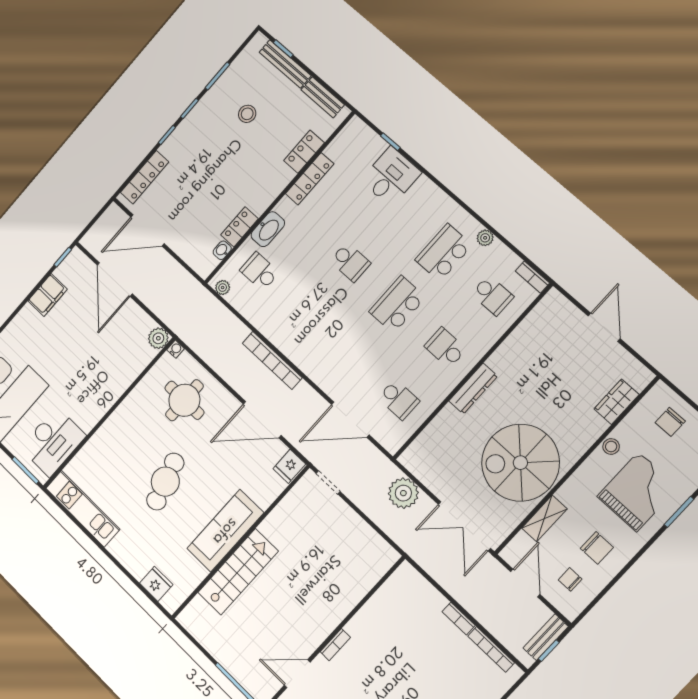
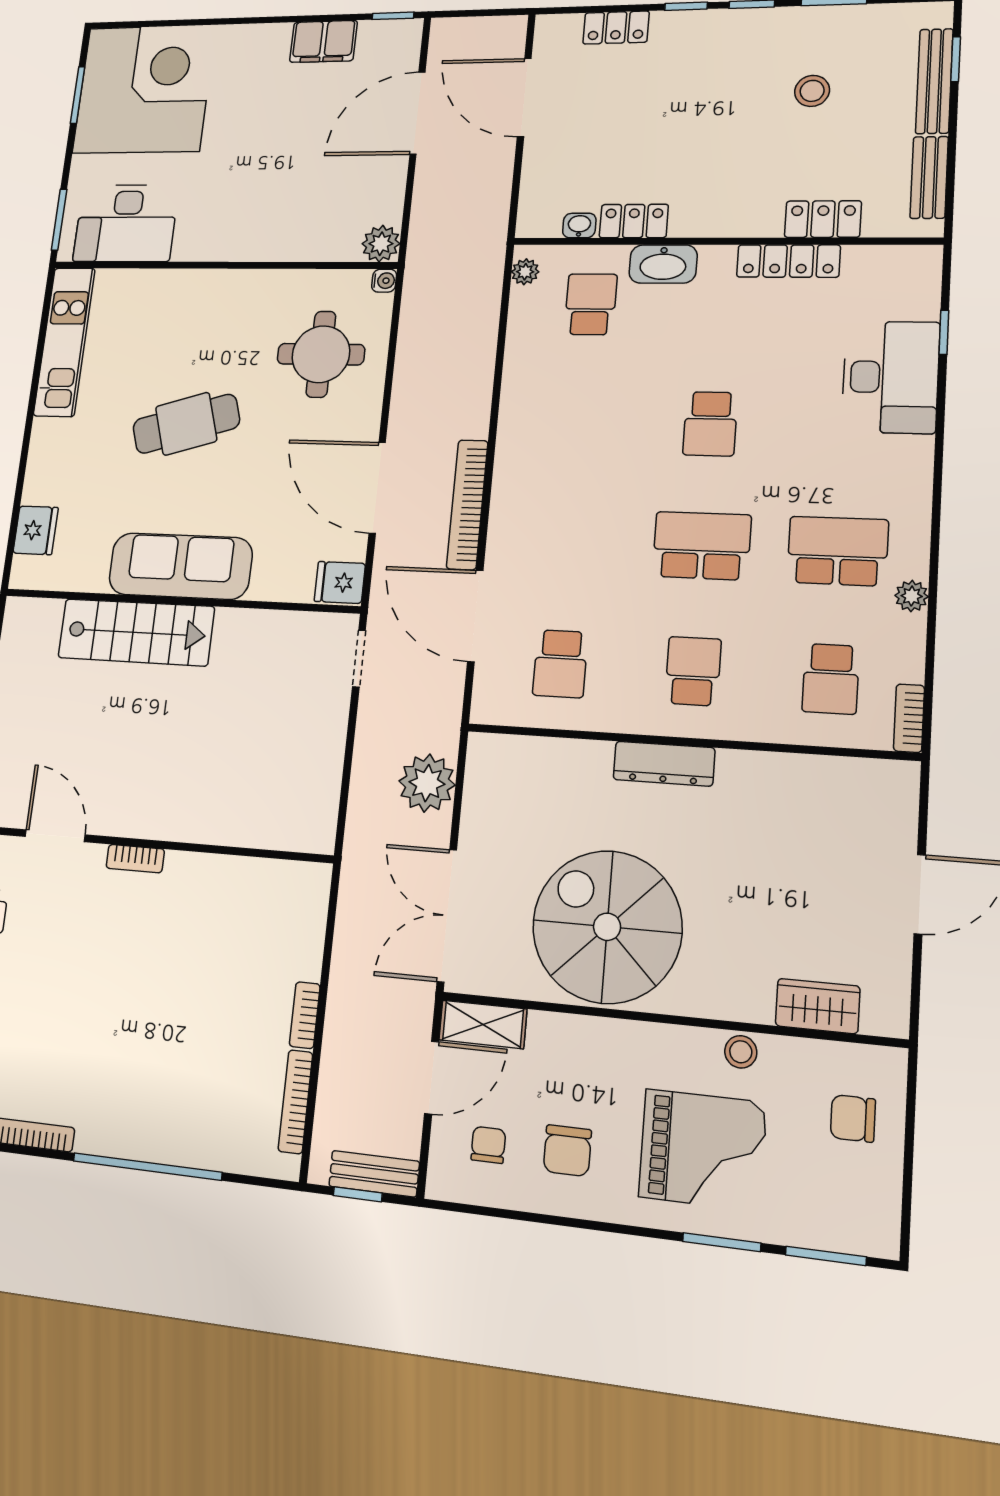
locker: (145, 177) -> (616, 28), width x0.66
desk: (391, 177) -> (890, 377), width x1.37
bookcase: (272, 360) -> (467, 504), moved
shelving: (544, 518) -> (483, 1024), moved

